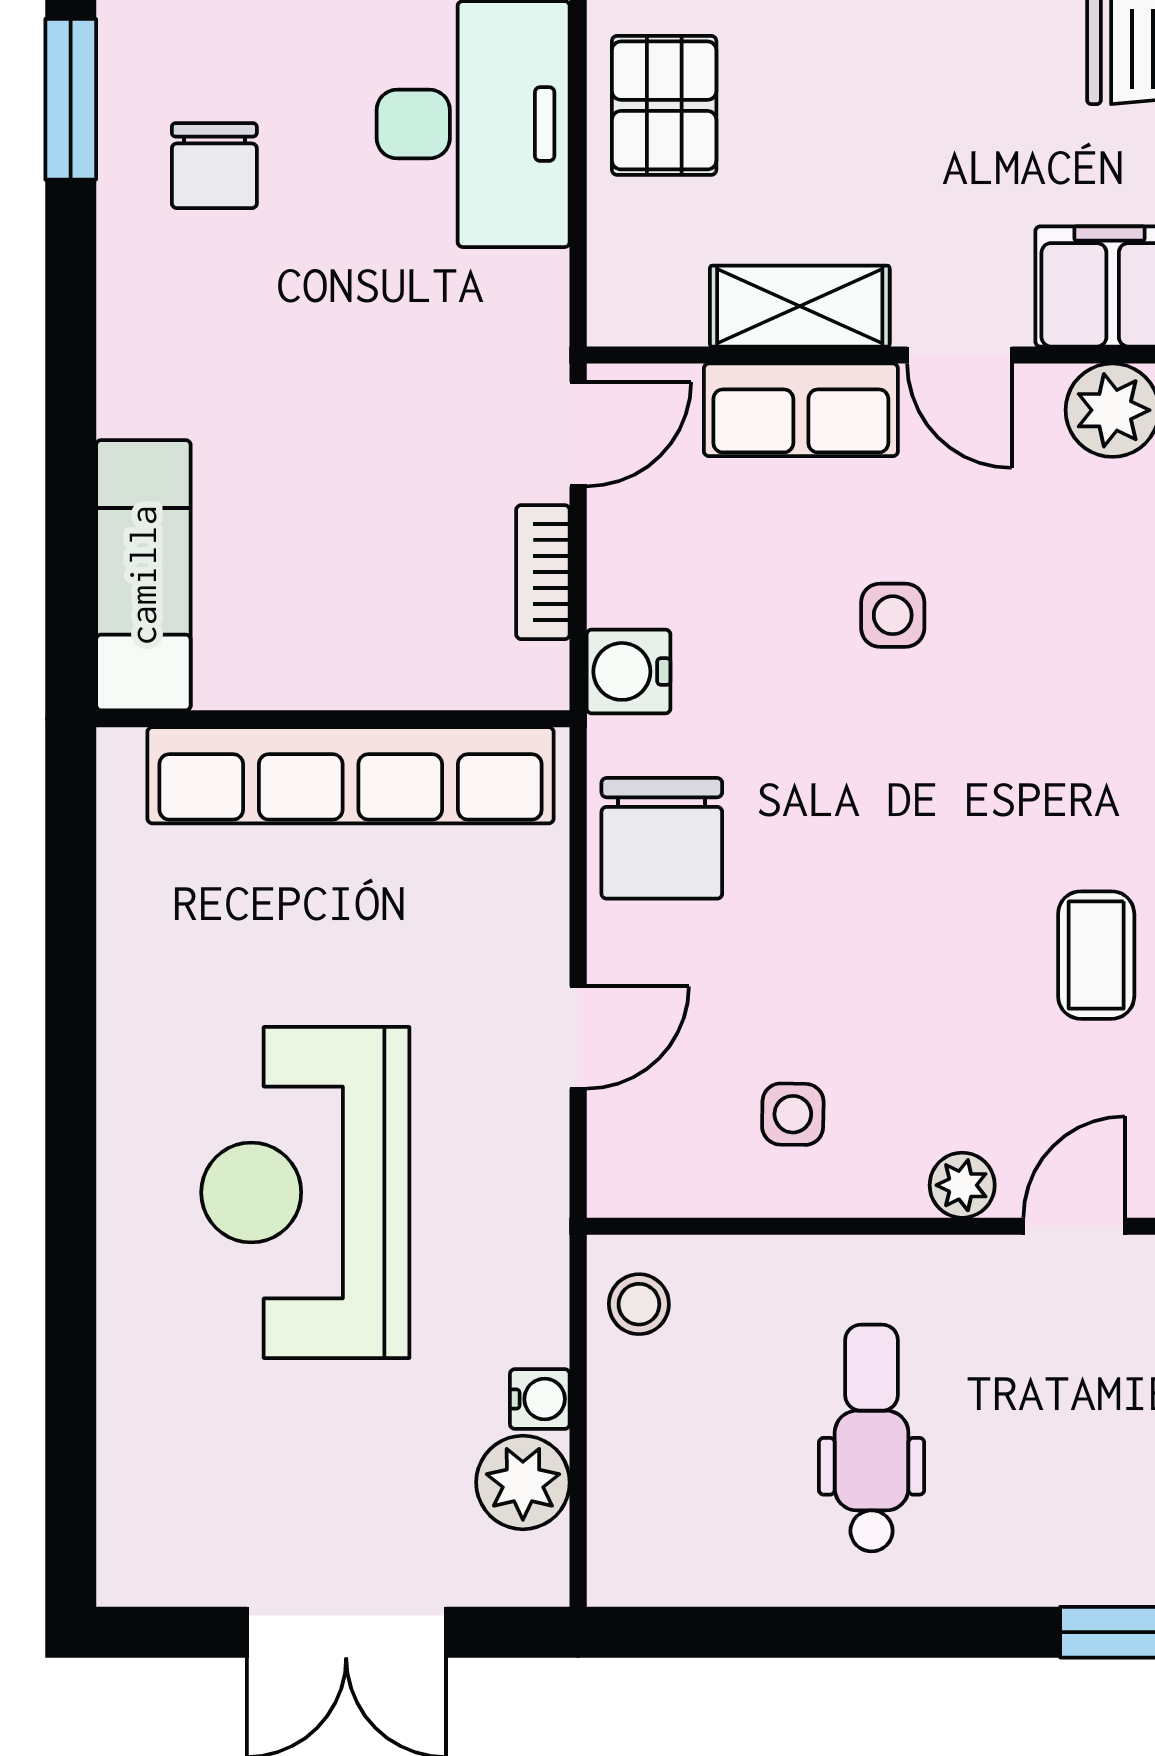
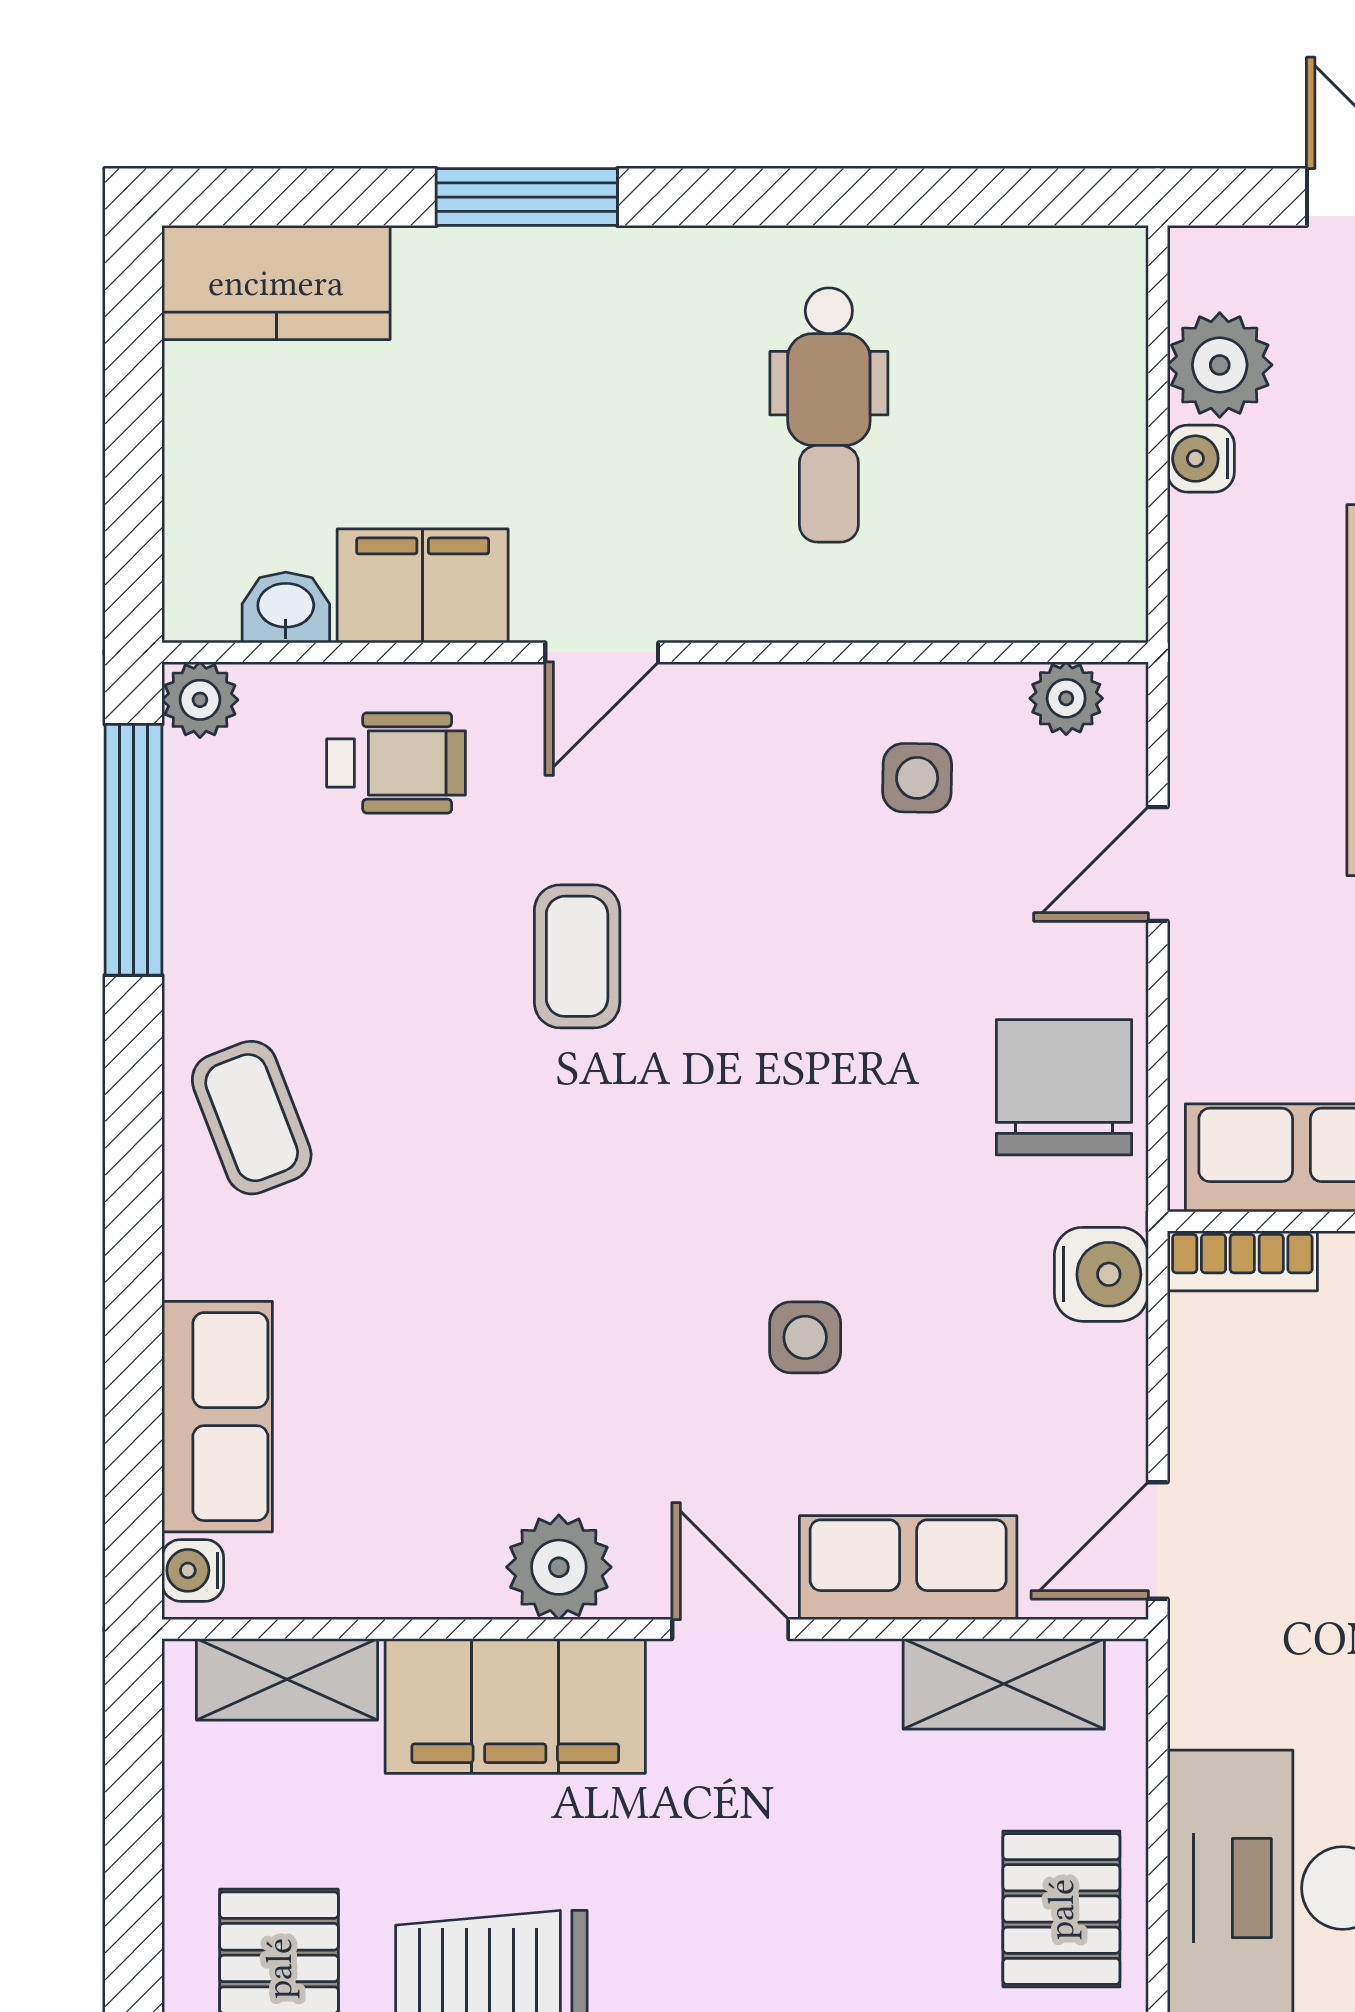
shelving: (800, 306) -> (1004, 1684), moved
bookcase: (543, 572) -> (1242, 1261), moved, turned 90
plant: (962, 1185) -> (1066, 698), moved
stool: (639, 1304) -> (1090, 565), removed

